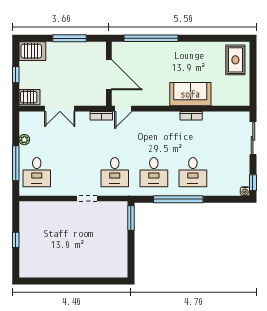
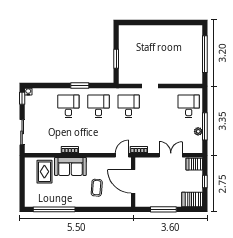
window: (151, 38) -> (54, 209), moved
rug: (235, 60) -> (44, 172), moved
coffee table: (156, 67) -> (97, 188), added
window: (16, 163) -> (205, 126), moved
window: (178, 199) -> (80, 86), width x0.47
window: (131, 218) -> (116, 59), moved
window: (16, 240) -> (205, 54), width x3.17

